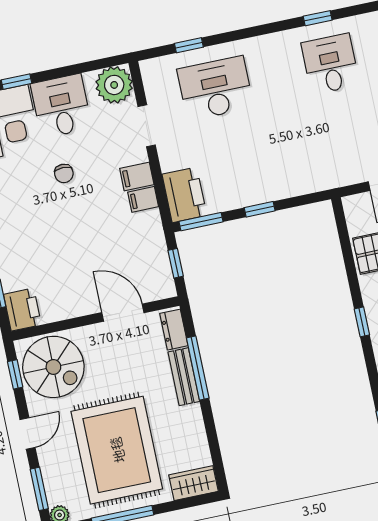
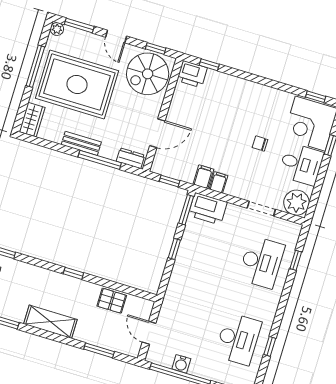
desk: (330, 64) -> (238, 339), width x1.37
filing cabinet: (137, 177) -> (203, 177), moved
bench: (184, 377) -> (81, 143), moved

